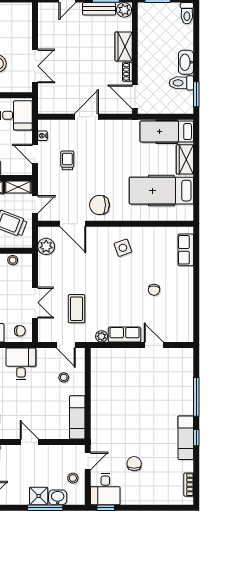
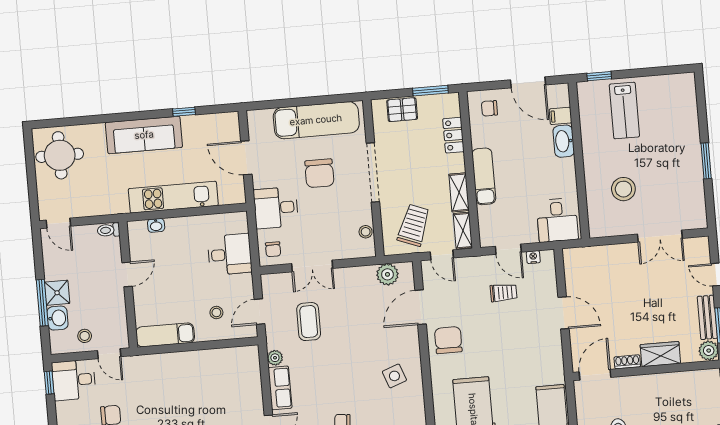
double door: (35, 66) -> (660, 236), moved
door: (35, 154) -> (508, 249), swing flipped
coffee table: (76, 309) -> (309, 322), turned 90

